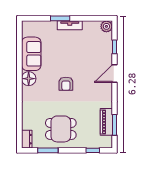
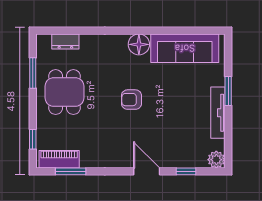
tv unit: (70, 25) -> (218, 113), width x1.41
sofa: (31, 54) -> (185, 48), width x1.36
piano: (106, 122) -> (59, 159), moved
dresser: (27, 139) -> (65, 41), moved

